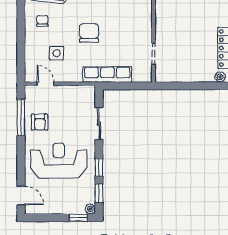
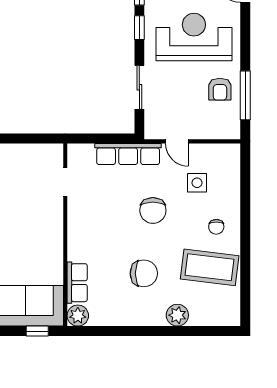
door: (45, 84) -> (177, 141), moved
armchair: (40, 122) -> (220, 89), turned 180
reception desk: (59, 161) -> (194, 37), turned 180

